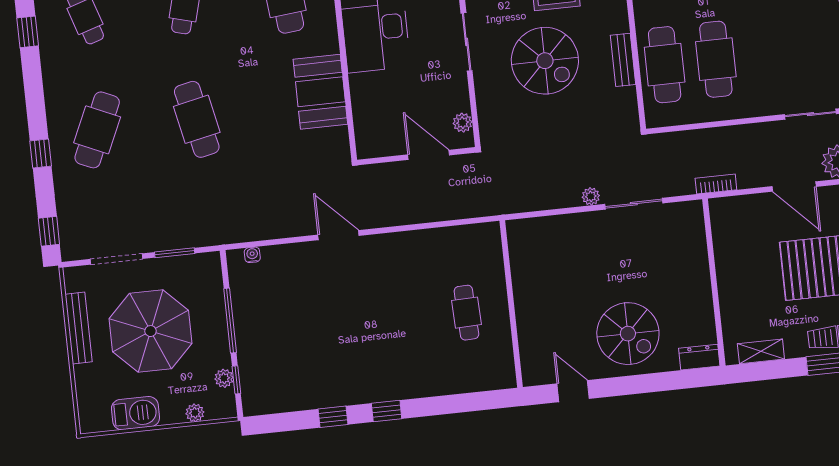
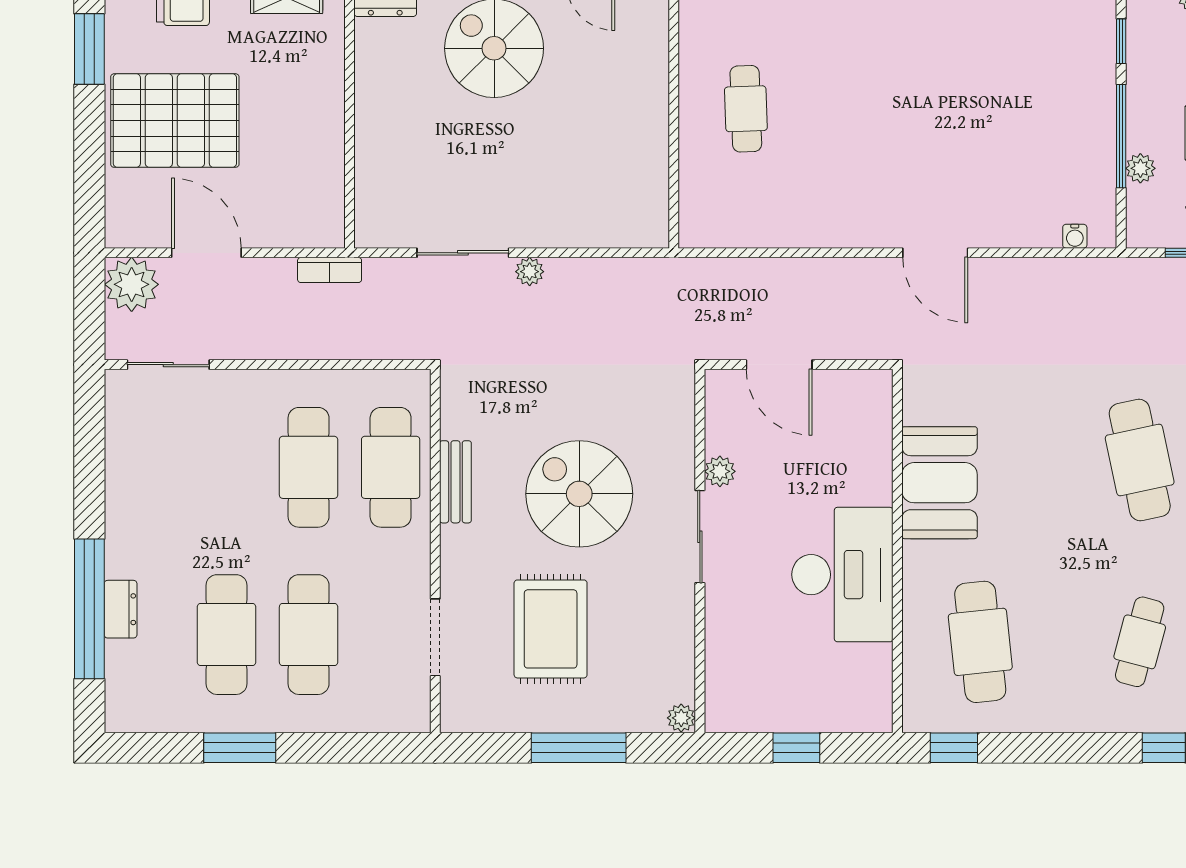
plant: (463, 123) -> (720, 471), moved
plant: (224, 378) -> (1140, 168), moved

